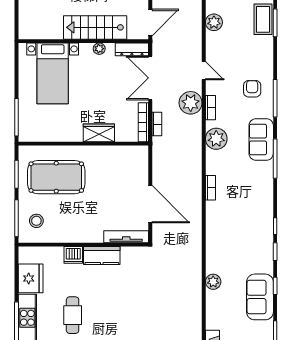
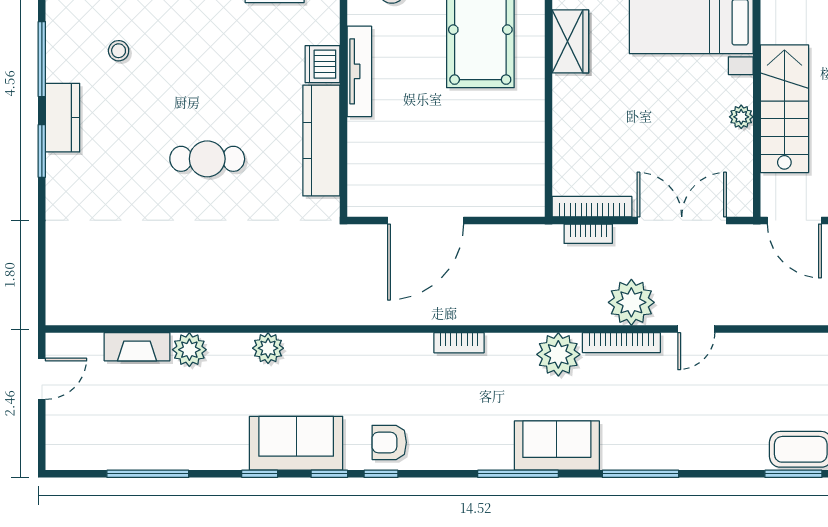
plant: (214, 22) -> (189, 350), moved
dresser: (132, 49) -> (740, 183), removed
armchair: (252, 89) -> (389, 442), moved, turned 180
bookcase: (210, 108) -> (621, 343), width x1.56
wardrobe: (99, 133) -> (570, 41), moved
tv unit: (126, 237) -> (359, 71), moved
kitchen counter: (102, 255) -> (321, 141), width x1.50
sofa: (260, 297) -> (296, 443), moved
cafe table: (73, 315) -> (207, 159), moved

